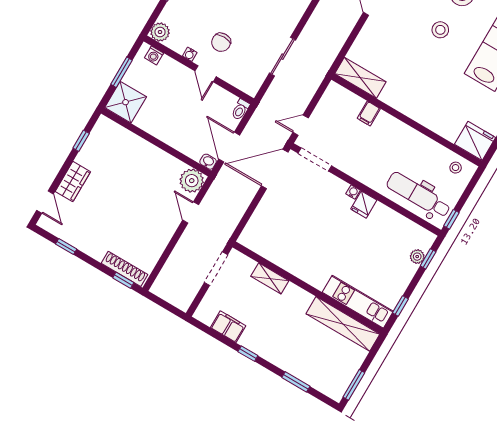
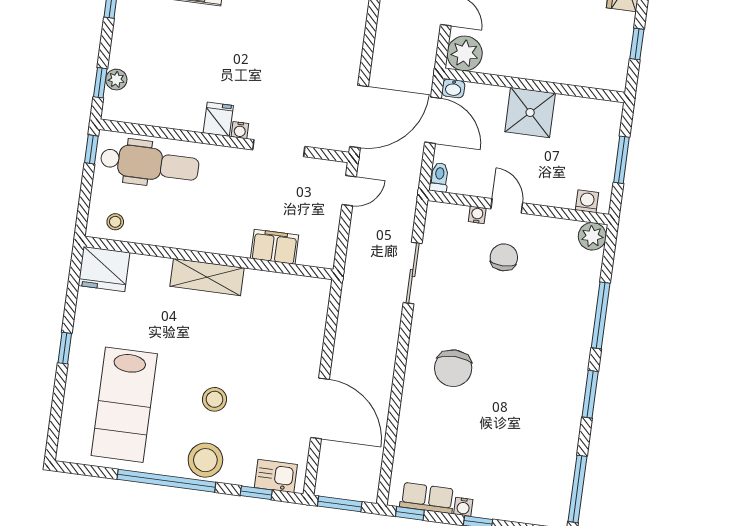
water cooler: (190, 54) -> (477, 215), moved
shelving: (360, 78) -> (207, 277), moved
shower: (126, 102) -> (530, 113), moved
filing cabinet: (369, 114) -> (275, 247), width x2.00
doorway: (315, 160) -> (279, 148), moved

